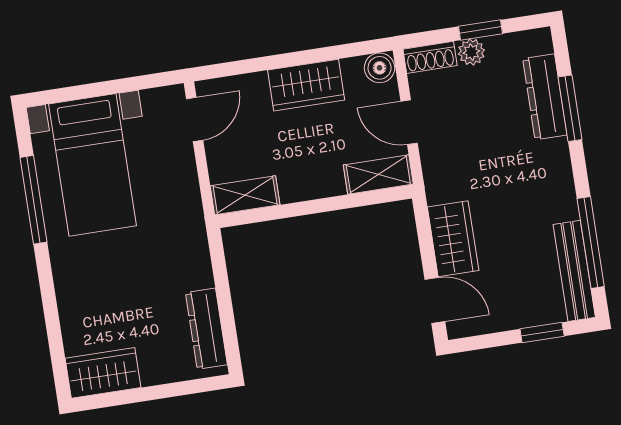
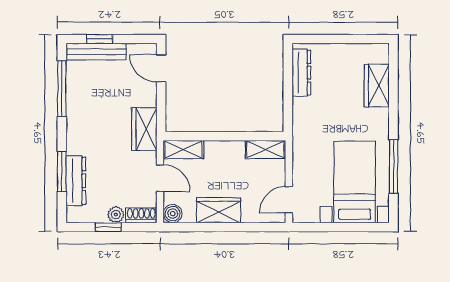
wardrobe: (453, 239) -> (144, 129), moved
bench: (574, 271) -> (96, 52), moved, turned 90
wardrobe: (103, 373) -> (377, 86), moved, turned 90

